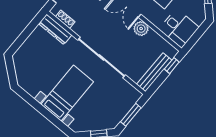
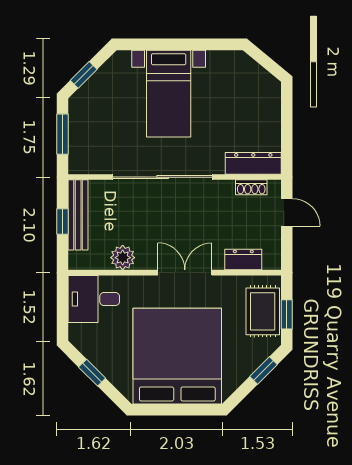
plant: (141, 29) -> (123, 258), moved
window: (172, 66) -> (62, 222), moved

